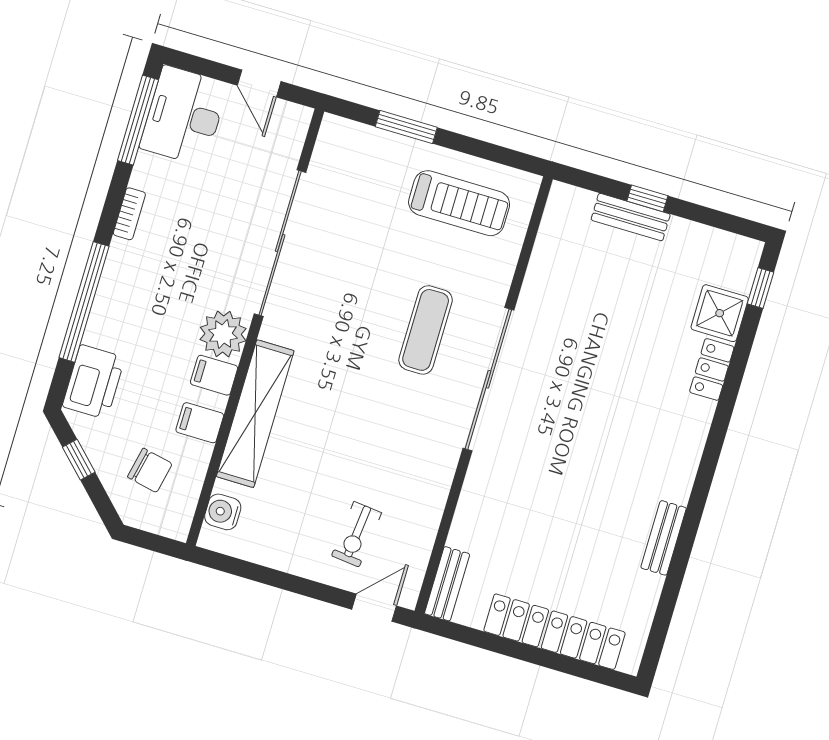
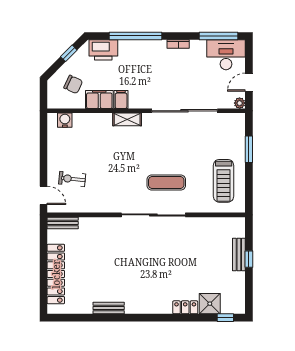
plant: (223, 334) -> (240, 103), moved, width x0.53, depth x0.53
shelving: (255, 414) -> (127, 119), width x0.45, depth x0.75
filing cabinet: (200, 423) -> (99, 99), width x2.00
chair: (150, 470) -> (73, 84), turned -77

